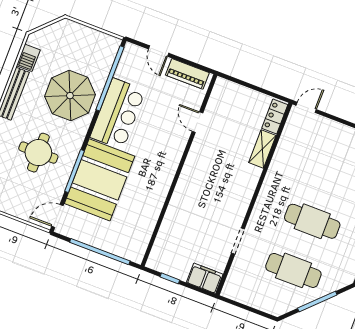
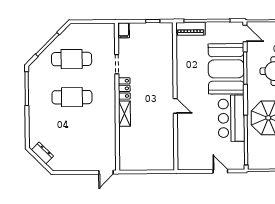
piano: (187, 74) -> (191, 29), moved, turned 180
locker: (275, 116) -> (124, 88), moved
door: (197, 122) -> (175, 106), moved
shelving: (262, 149) -> (124, 114), moved
door: (57, 216) -> (245, 33), hinge flipped
filing cabinet: (205, 278) -> (124, 30), width x0.50

